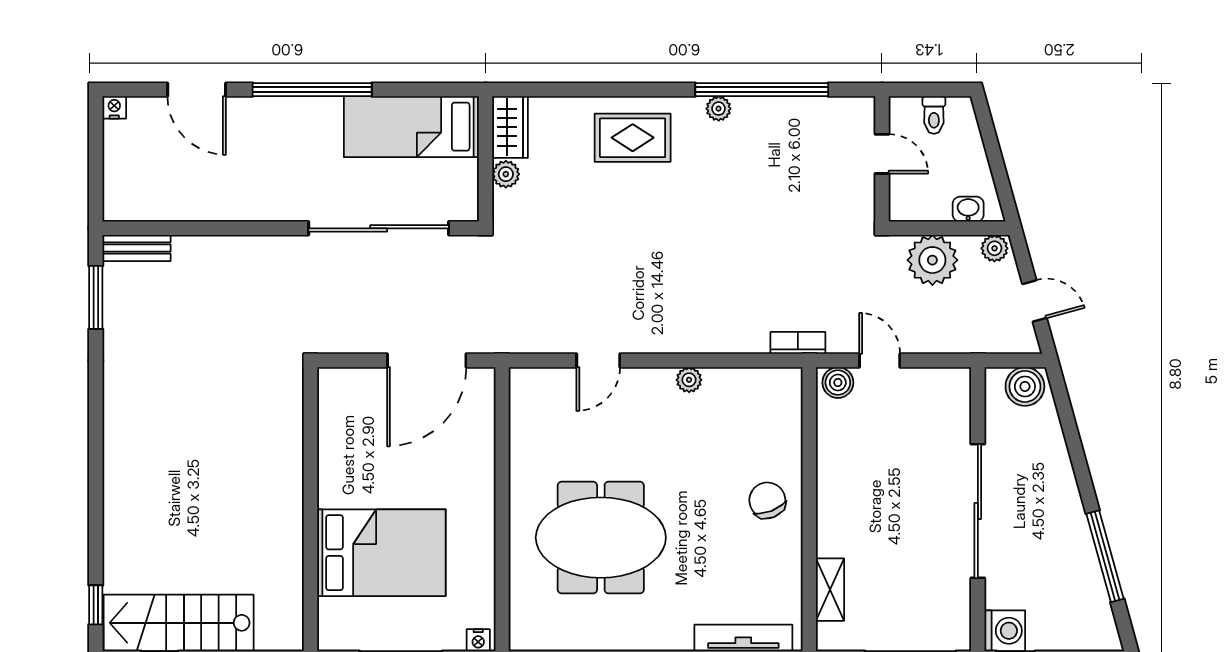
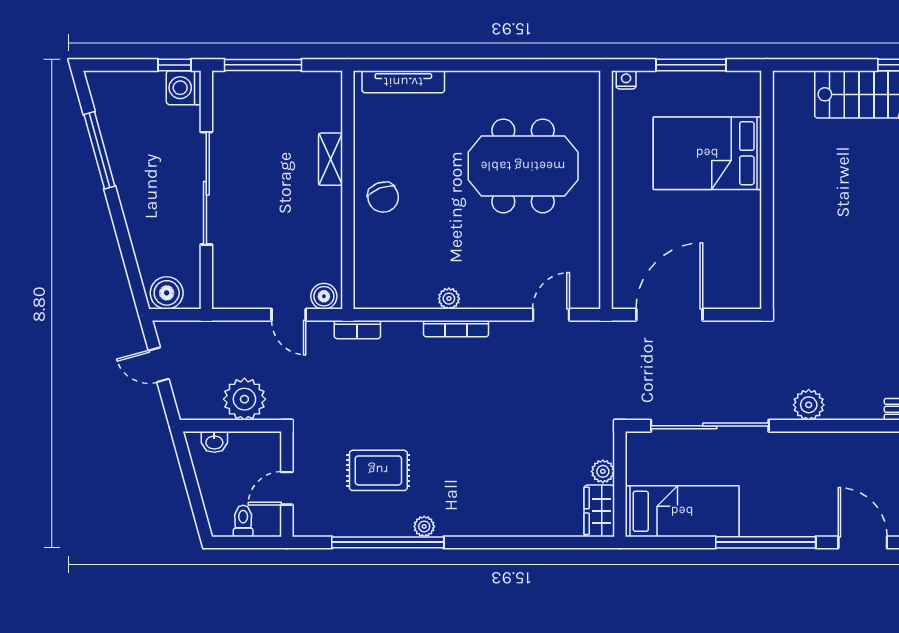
rug: (633, 138) -> (378, 470), moved
door: (882, 154) -> (287, 488), hinge flipped
plant: (994, 248) -> (809, 405), moved, width x1.38, depth x1.38
bookcase: (681, 344) -> (456, 329), added
door: (598, 360) -> (551, 315), moved
shelving: (830, 590) -> (330, 159), moved

